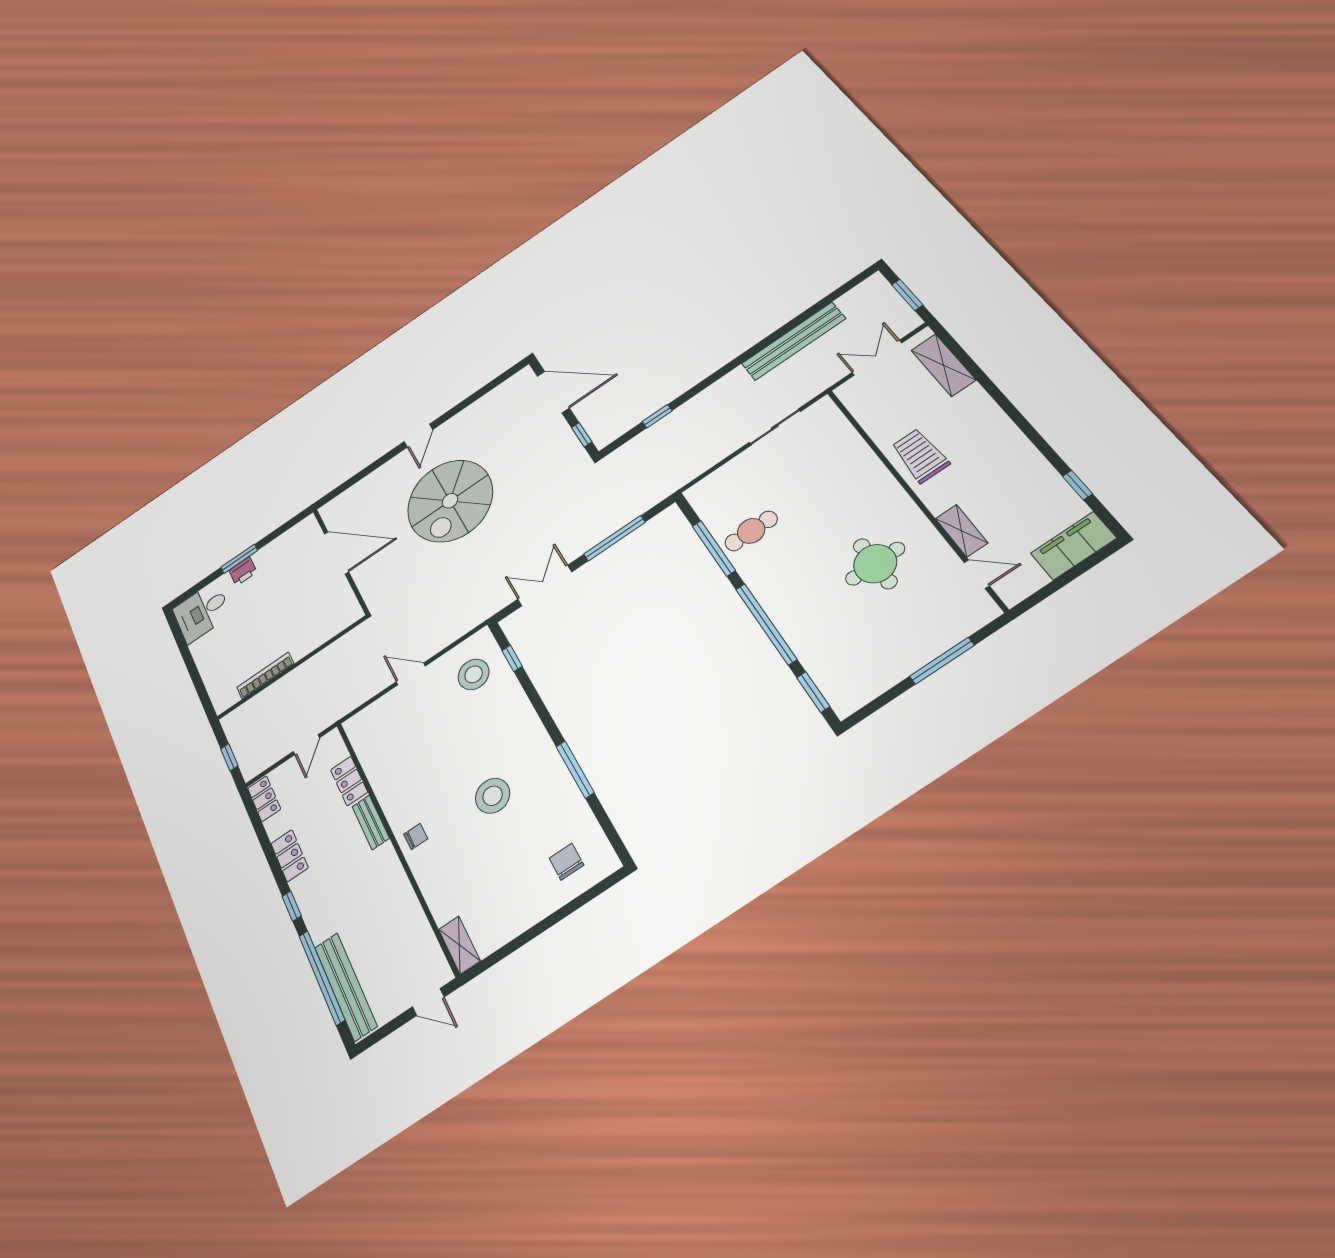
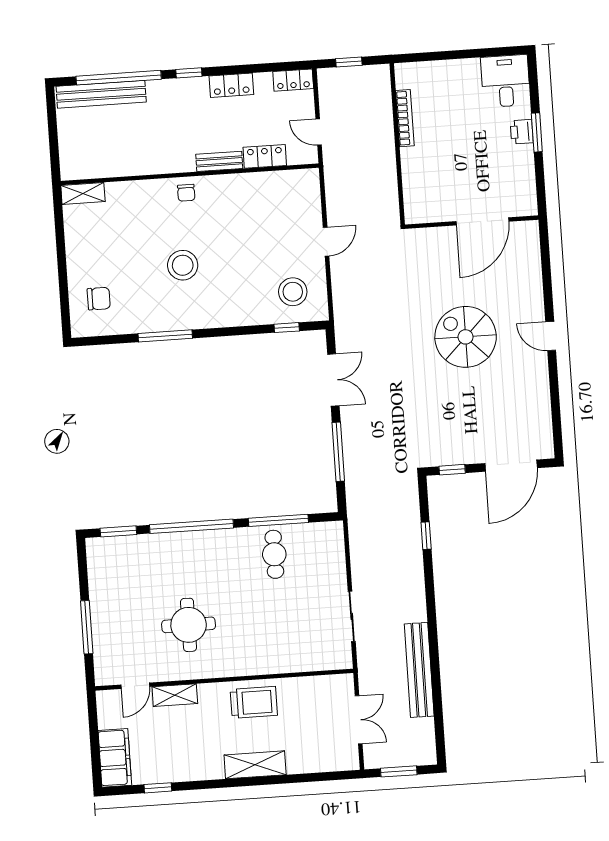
shelving: (943, 365) -> (255, 765), moved
spiral stairs: (450, 501) -> (466, 337), width x0.73, depth x0.73
door: (428, 1002) -> (54, 154), removed

